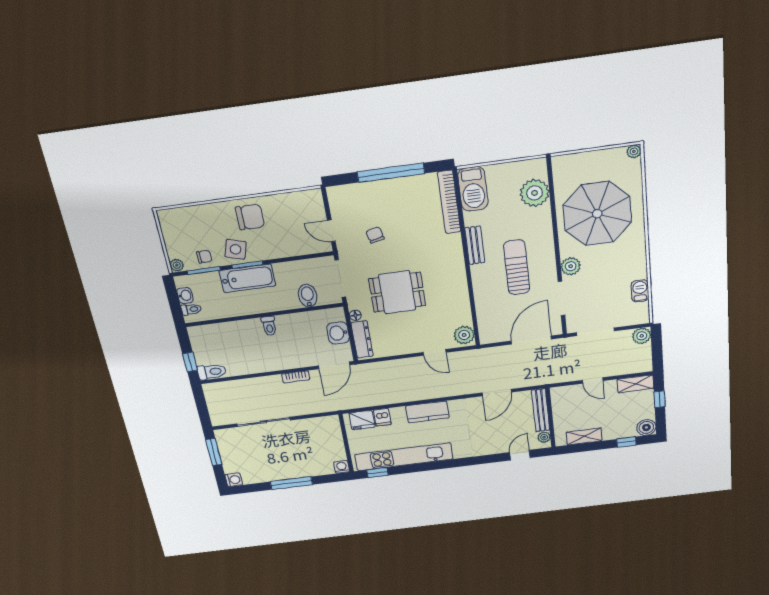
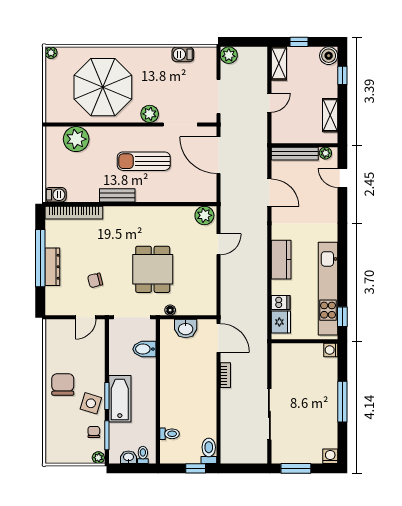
barbecue: (473, 189) -> (56, 195), width x0.53, depth x0.65
toilet: (269, 326) -> (169, 434), moved
dresser: (362, 339) -> (52, 267), moved, turned 90

